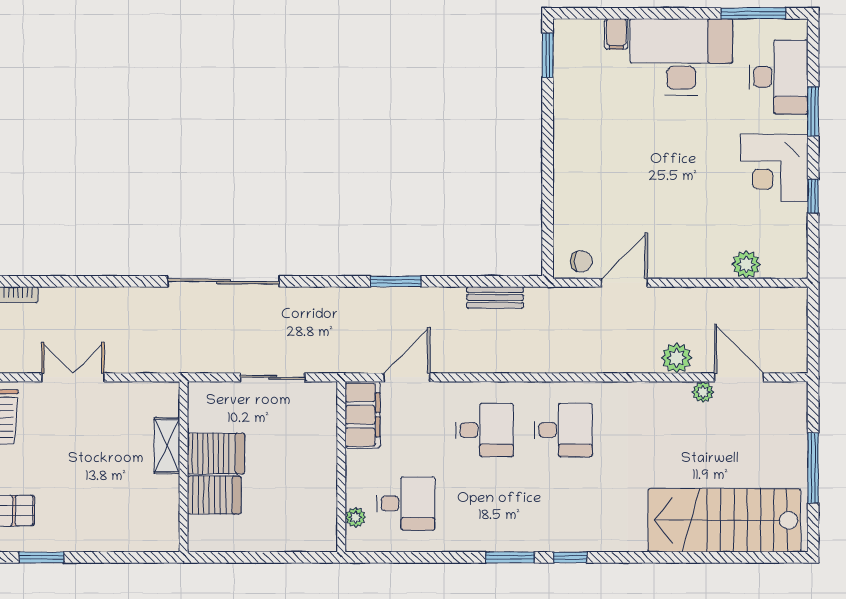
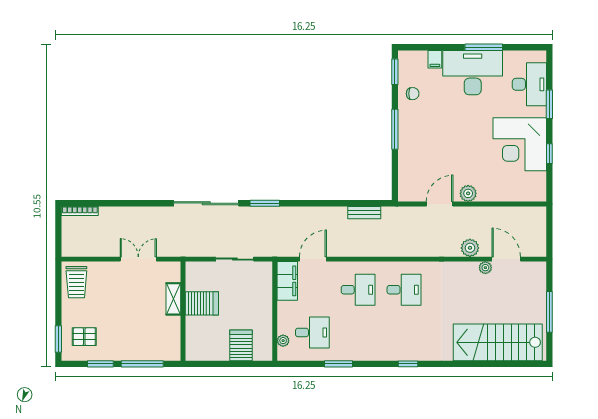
window: (753, 13) -> (484, 47), moved
window: (548, 154) -> (395, 129), added
corner desk: (774, 168) -> (520, 144), width x1.36, depth x1.36
chair: (581, 261) -> (413, 94), moved
plant: (746, 264) -> (468, 193), moved
window: (396, 281) -> (265, 203), moved
double door: (73, 377) -> (138, 259), moved
server rack: (214, 495) -> (241, 345), moved, turned -90
window: (113, 557) -> (142, 364), added
window: (510, 557) -> (339, 364), moved

